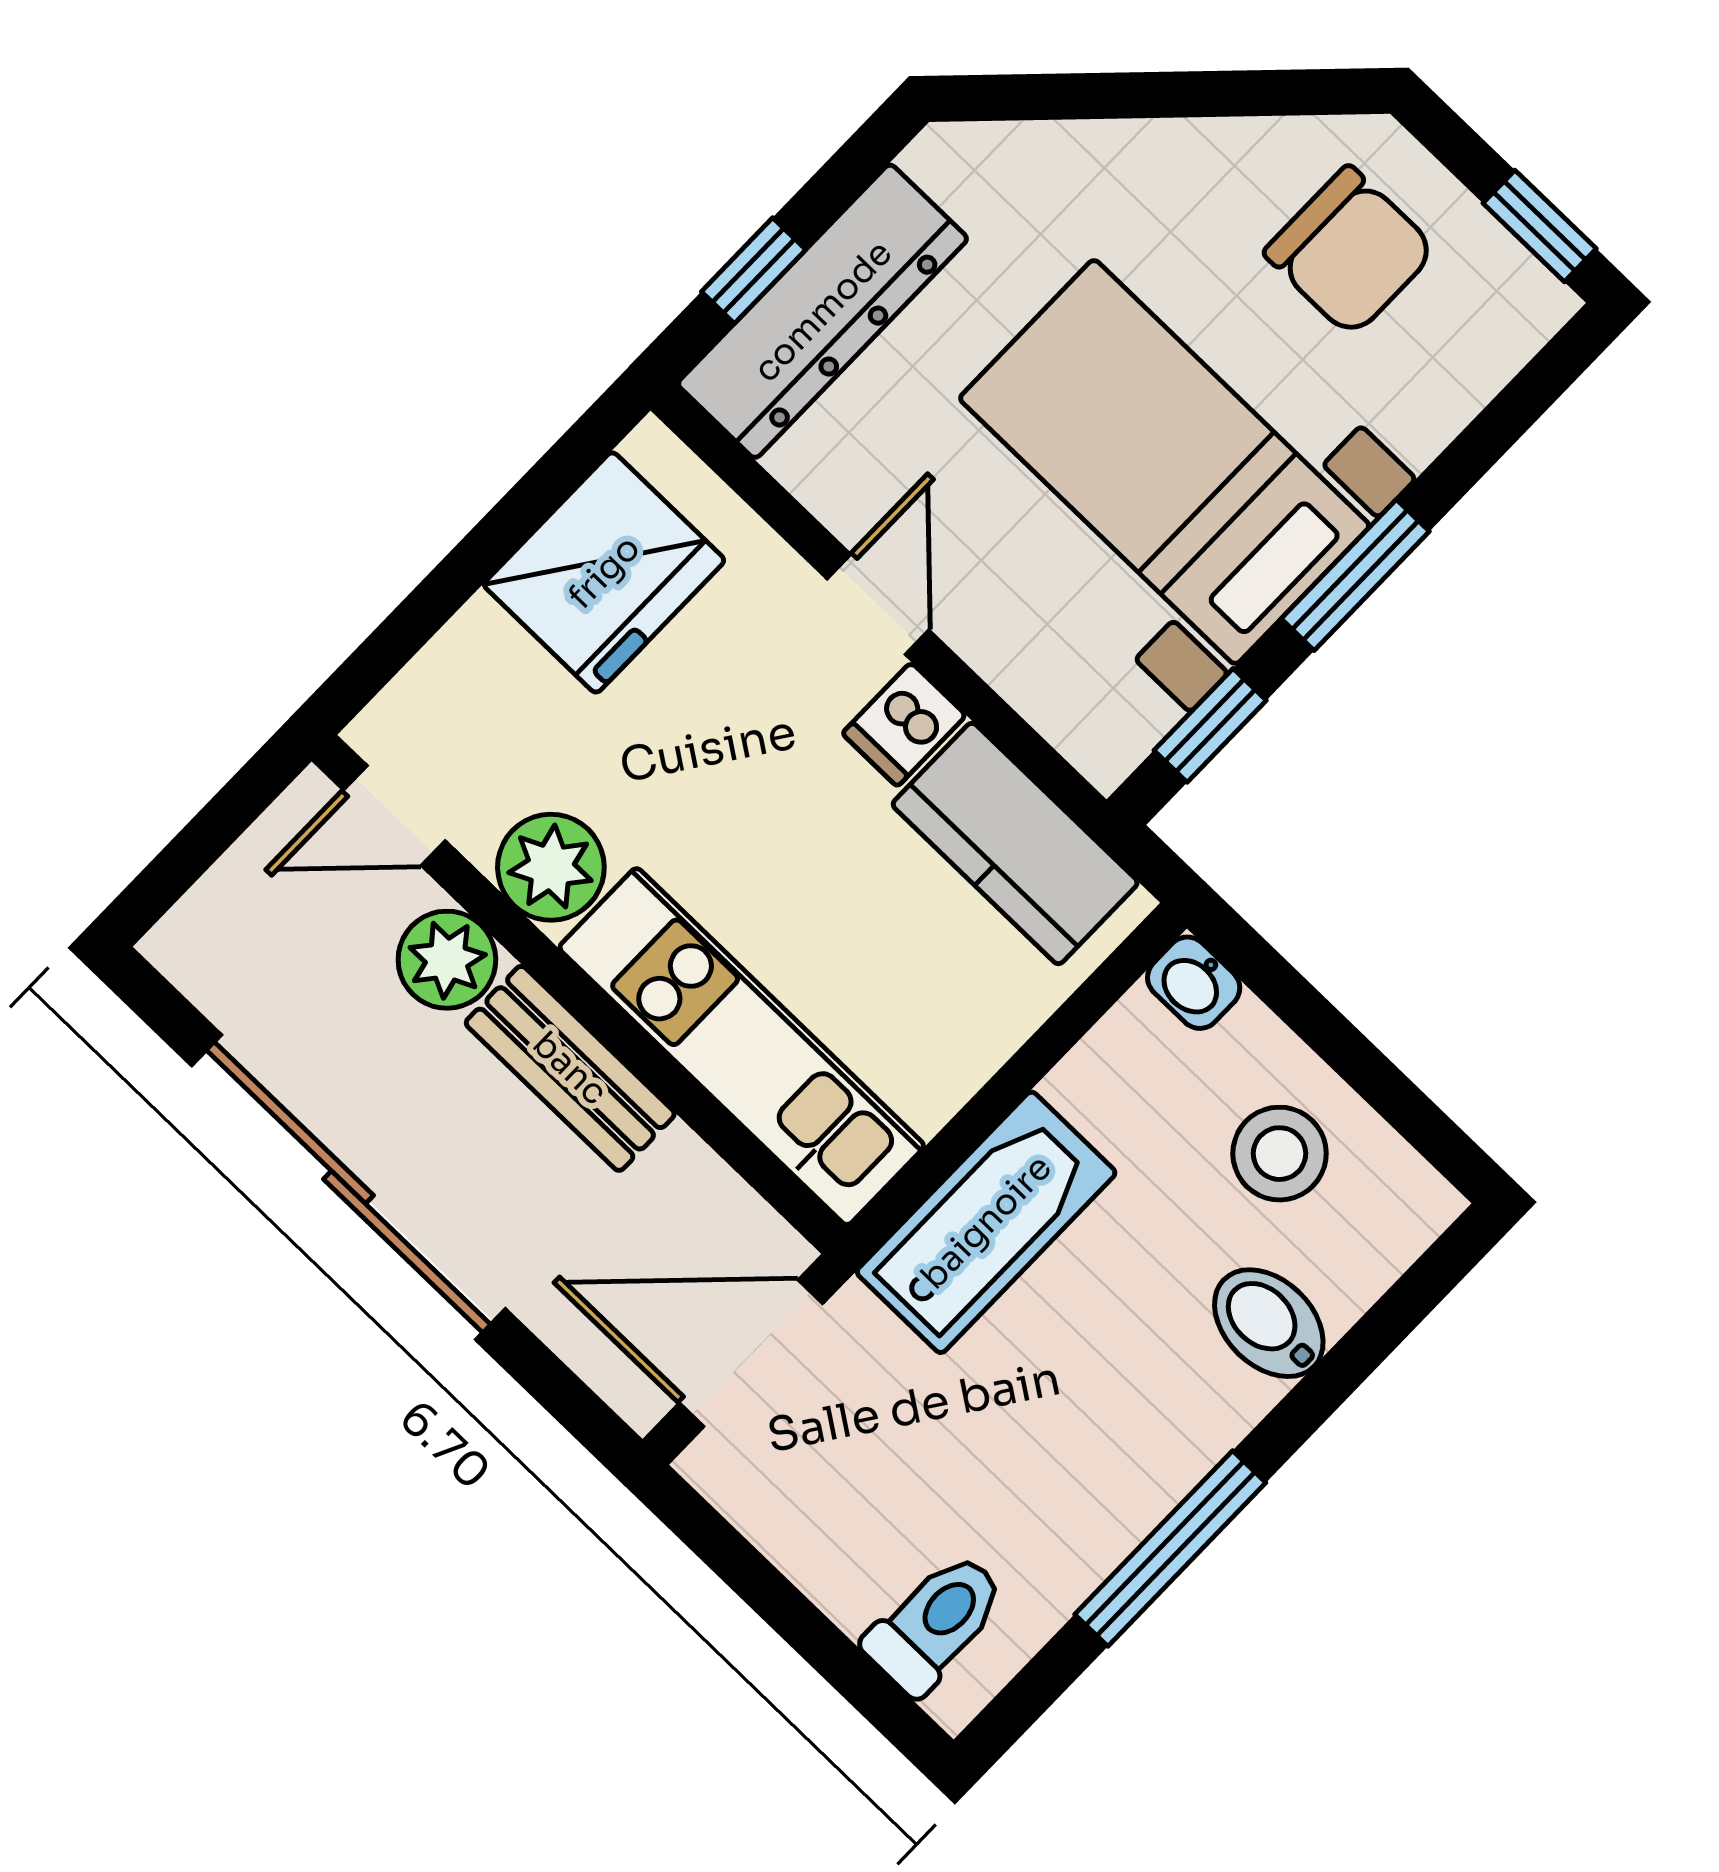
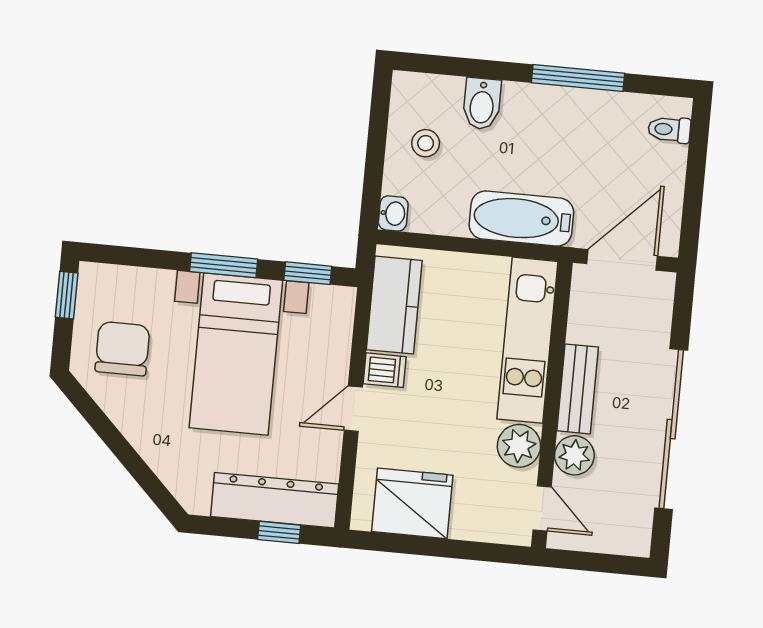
stool: (1280, 1154) -> (426, 143), width x0.73, depth x0.73
door: (751, 1353) -> (622, 260), swing flipped
toilet: (935, 1623) -> (669, 130), width x0.73, depth x0.72

